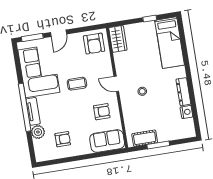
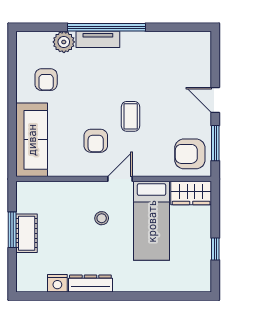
window: (32, 38) -> (215, 143), moved
bed: (170, 43) -> (152, 221), moved, turned -90
corner sofa: (39, 71) -> (160, 59), removed
armchair: (102, 112) -> (96, 141), moved
cot: (145, 138) -> (27, 233), moved
sofa: (107, 141) -> (32, 140), width x1.36

